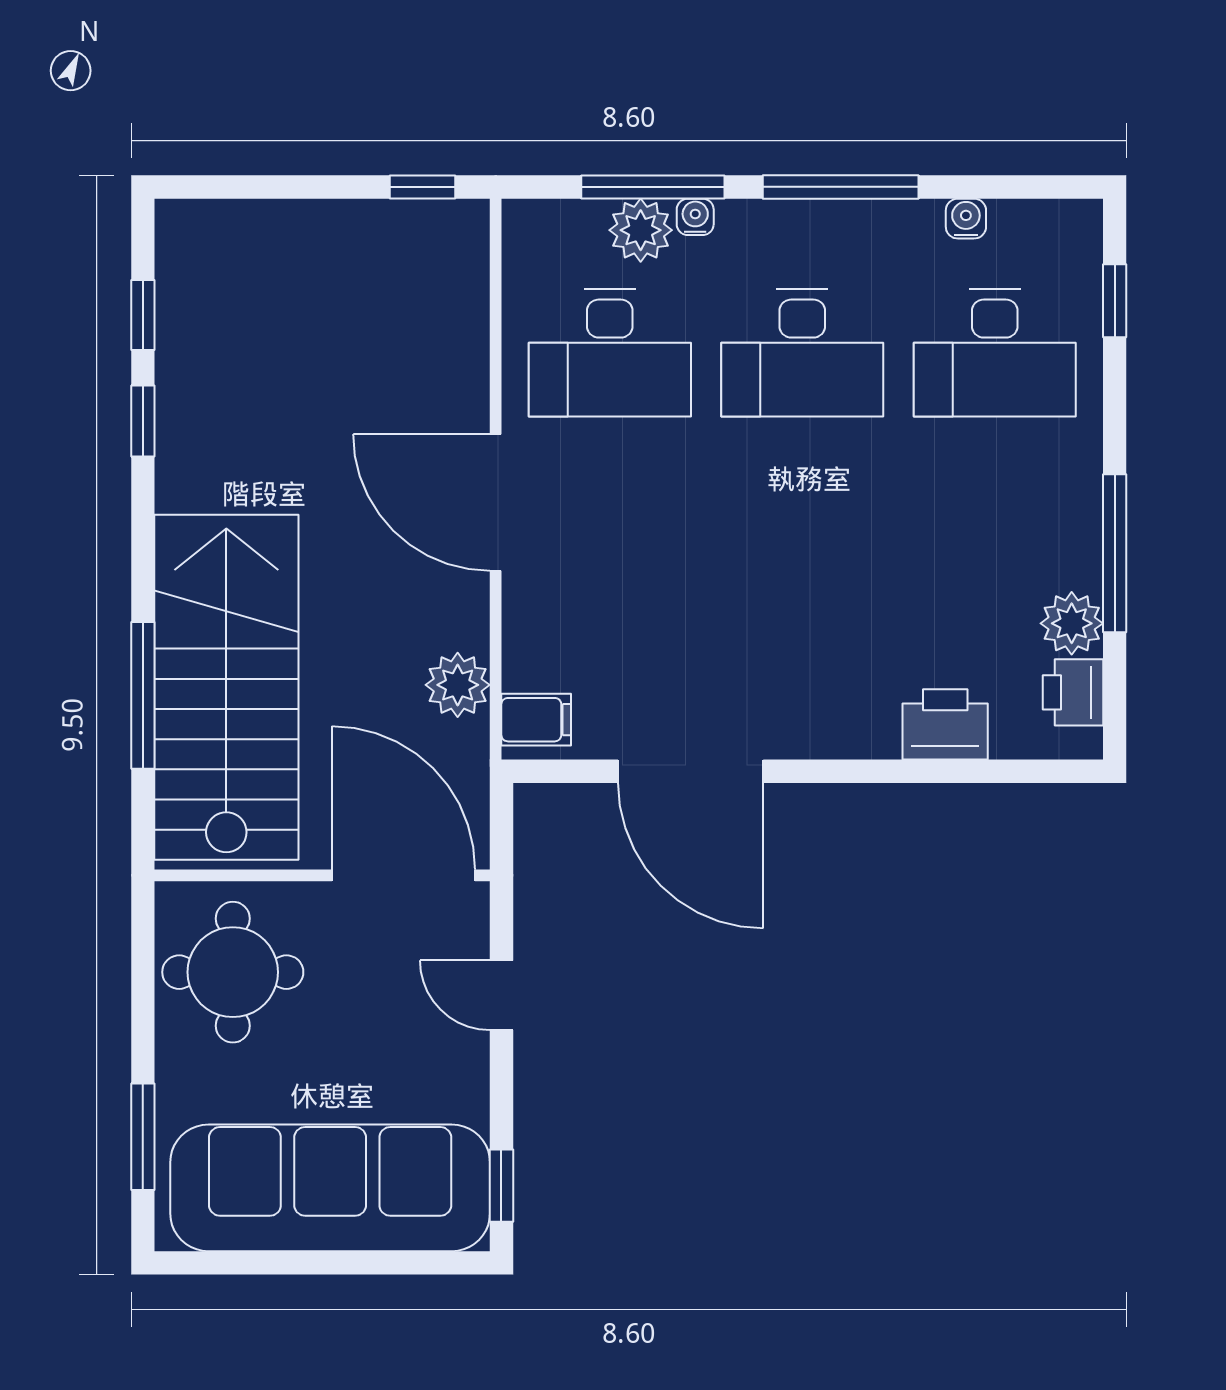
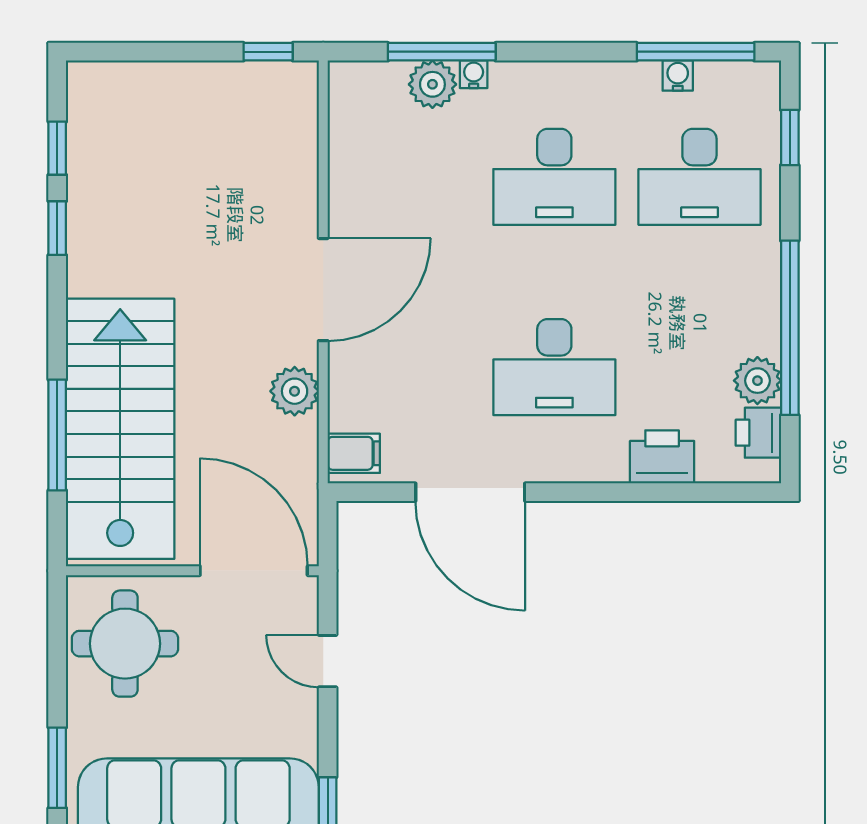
window: (841, 187) -> (696, 52), moved
desk: (610, 353) -> (554, 367), moved
door: (496, 502) -> (323, 290), swing flipped
window: (1115, 553) -> (790, 328), width x1.46
plant: (458, 685) -> (295, 391), moved

